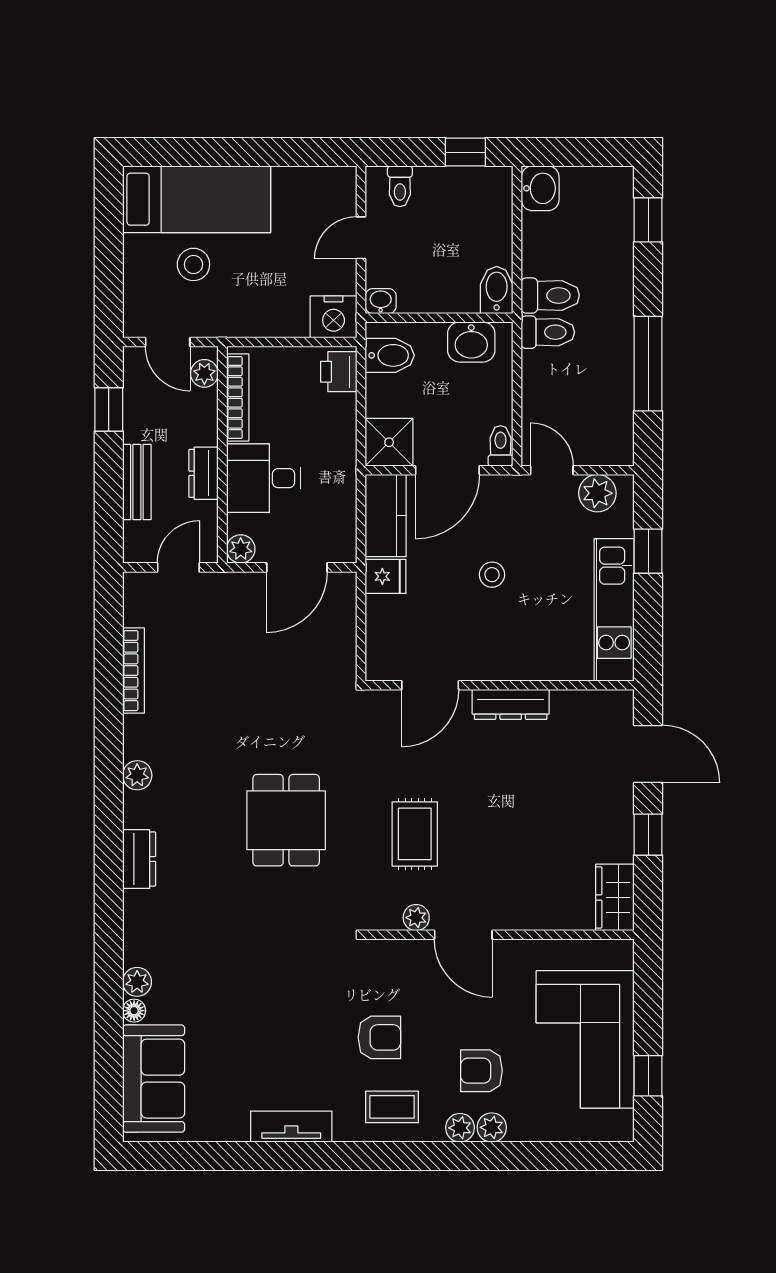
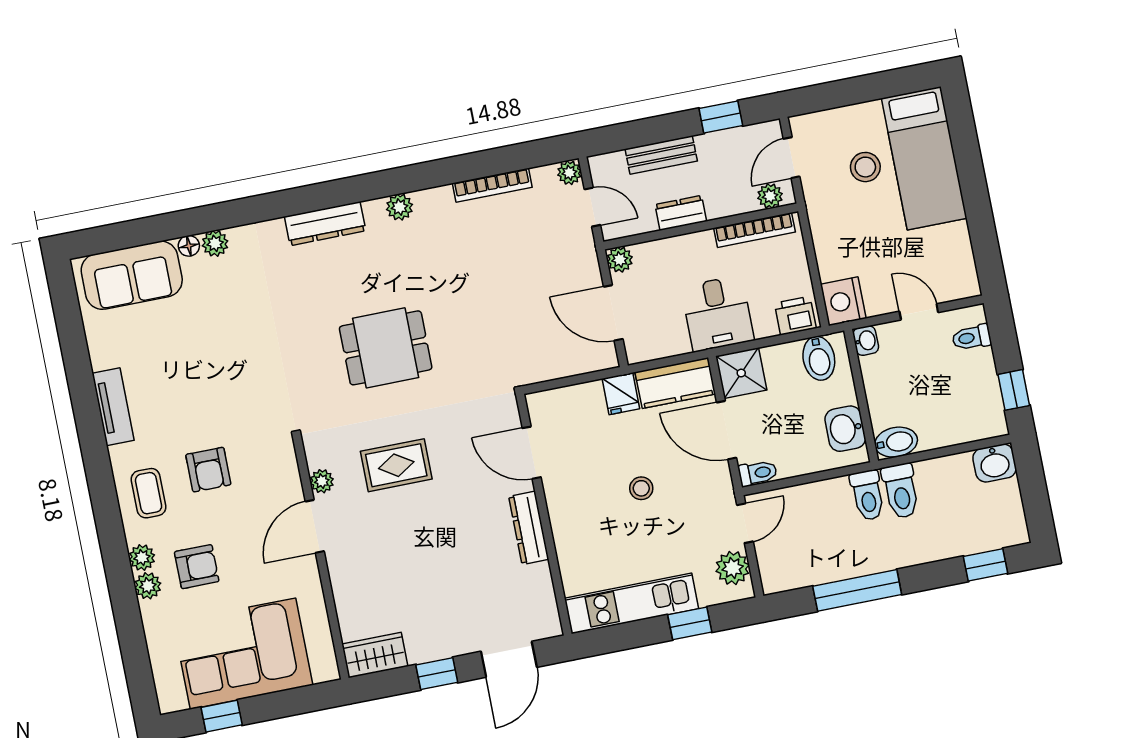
desk: (264, 478) -> (718, 314), moved, turned 180
plant: (136, 585) -> (569, 173), added
dresser: (139, 859) -> (325, 224), width x1.44
armchair: (482, 1071) -> (197, 567), turned 90

